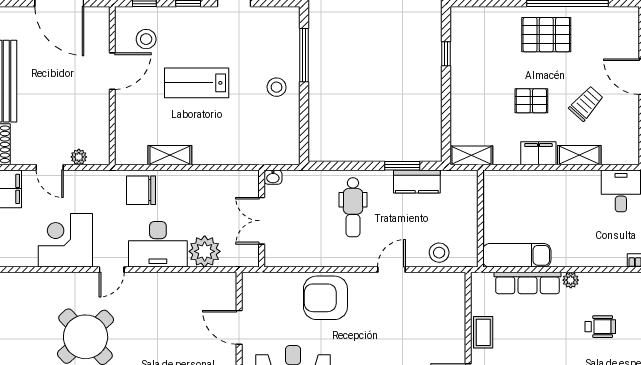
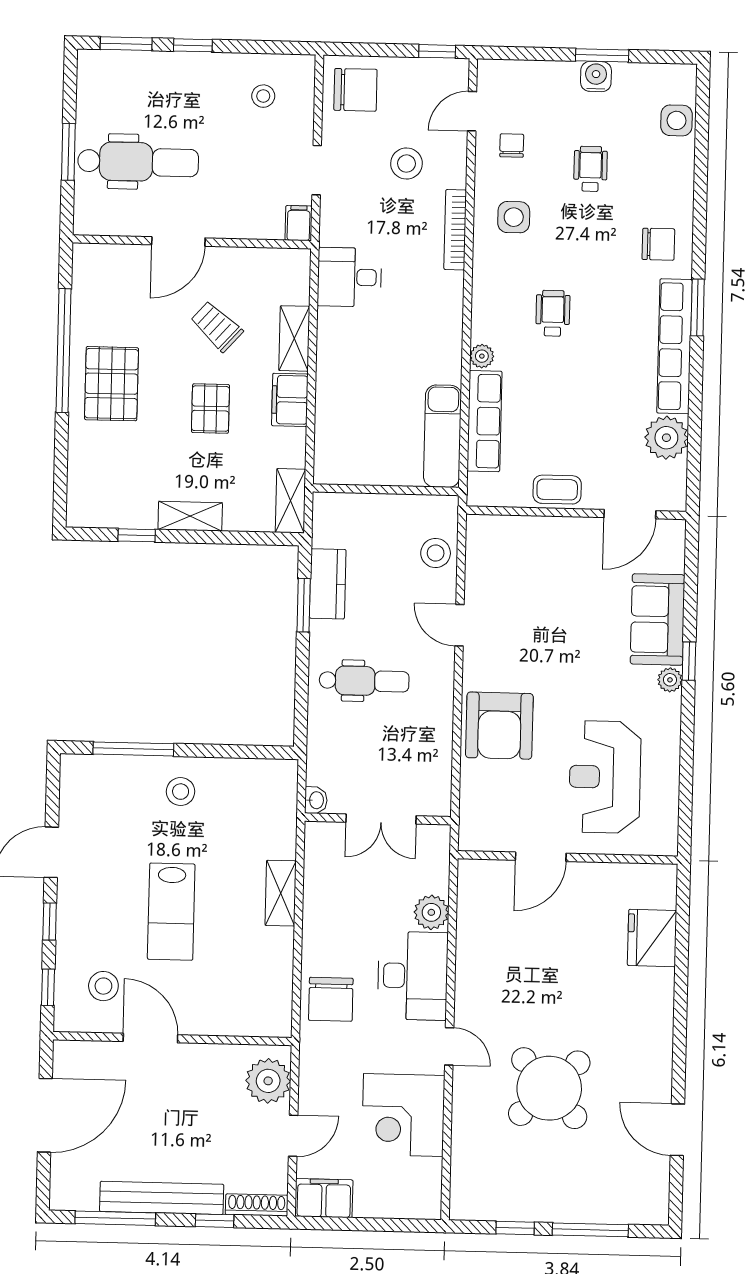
shelving: (460, 89) -> (190, 516), added
shelving: (170, 155) -> (281, 893), moved
plant: (79, 157) -> (268, 1081), width x1.88, depth x1.88
plant: (205, 251) -> (431, 912), width x0.73, depth x0.73

